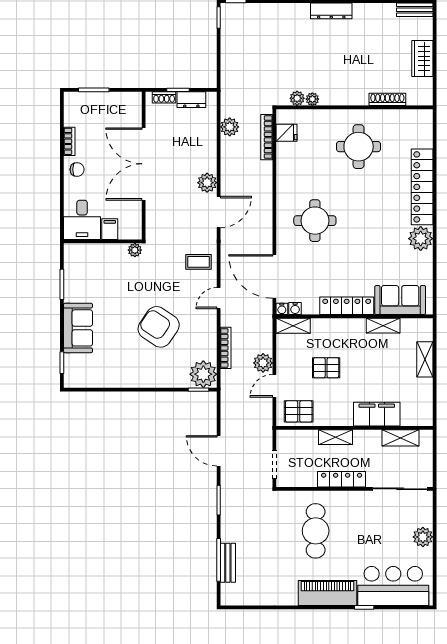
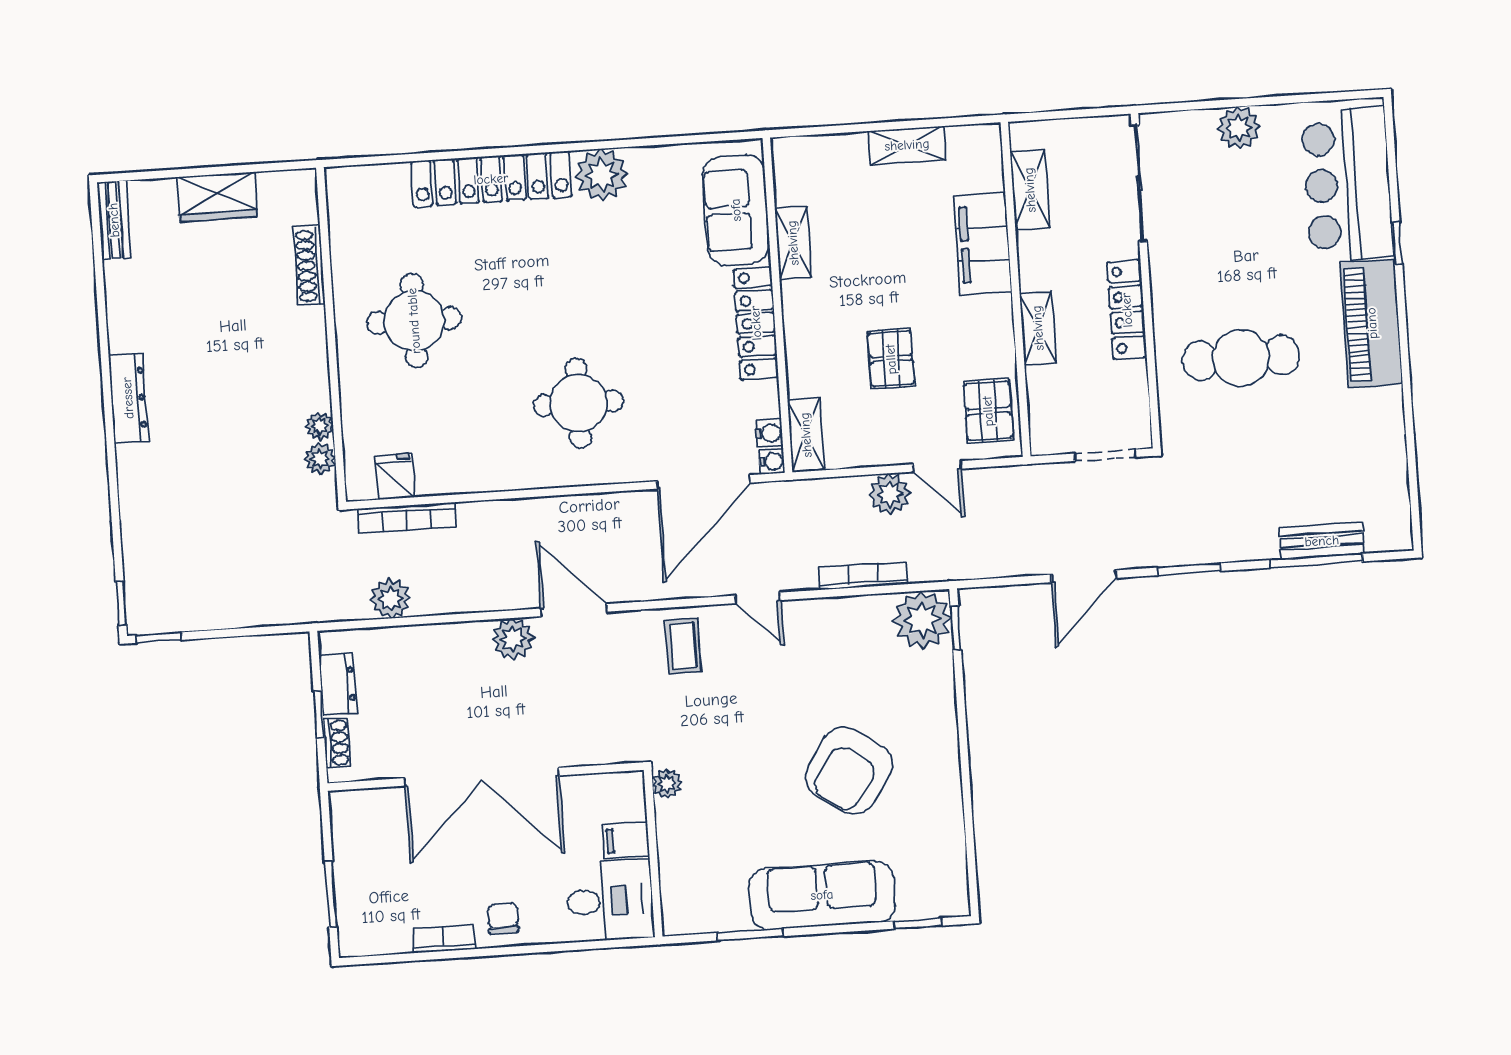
armchair: (159, 327) -> (849, 771), moved
sofa: (78, 328) -> (822, 895), width x1.36
shelving: (425, 359) -> (907, 145), moved

